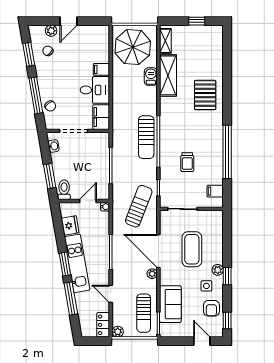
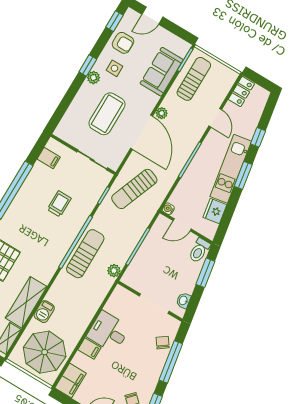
filing cabinet: (101, 117) -> (70, 381), moved
window: (71, 299) -> (258, 137), width x0.46
armchair: (211, 308) -> (123, 43), turned 90
plant: (118, 332) -> (114, 271), moved
door: (202, 341) -> (152, 16), hinge flipped

